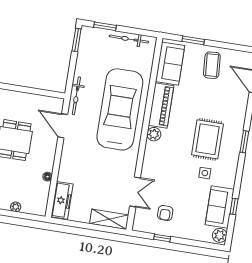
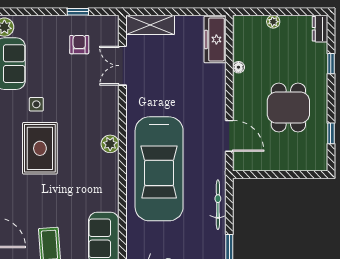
bicycle: (76, 96) -> (218, 205), moved
piano: (161, 105) -> (107, 182), removed

